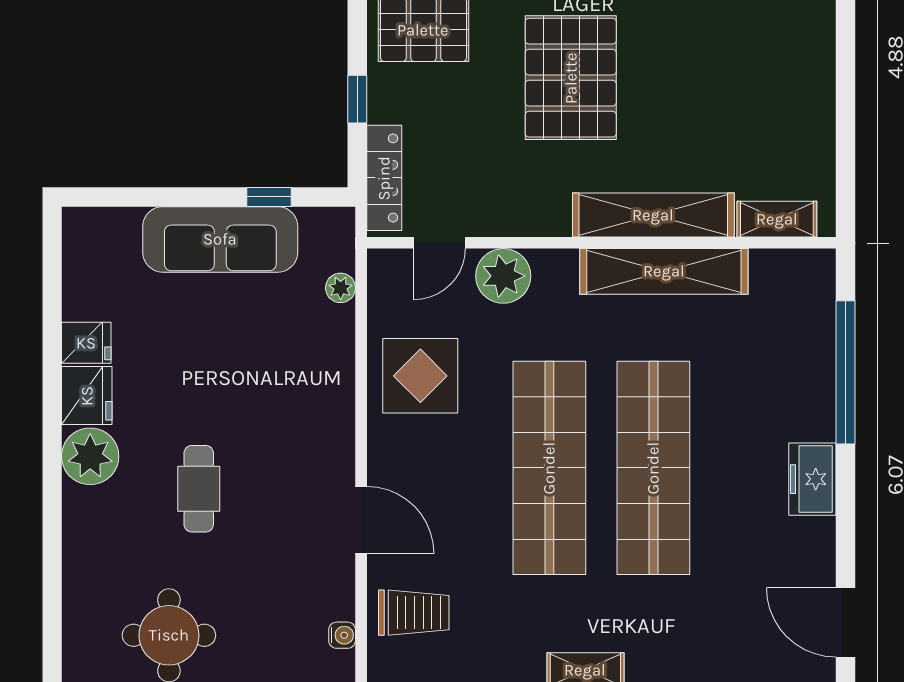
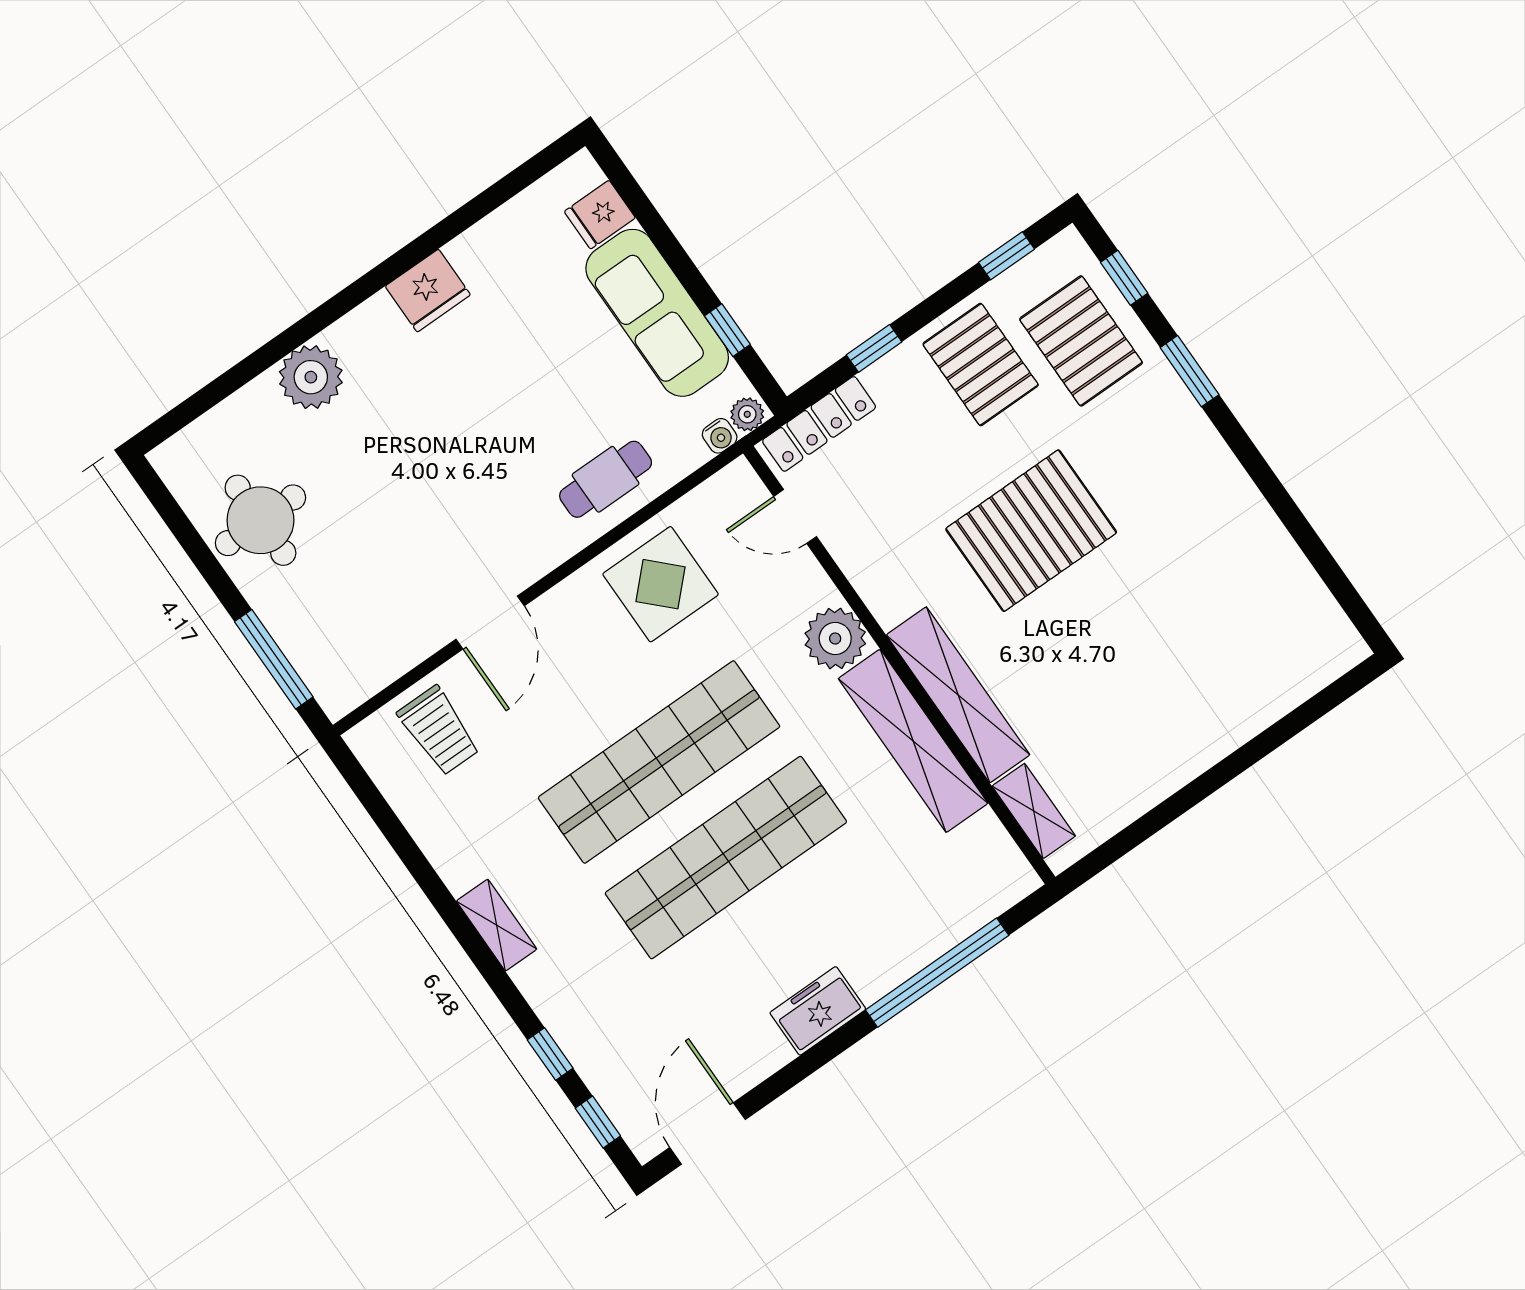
plant: (503, 276) -> (835, 638), moved
plant: (341, 288) -> (747, 414), moved
fridge: (86, 343) -> (600, 215), moved, turned 90
plant: (90, 456) -> (311, 377), moved
cafe table: (199, 489) -> (606, 479), moved
water cooler: (342, 635) -> (720, 436), moved

